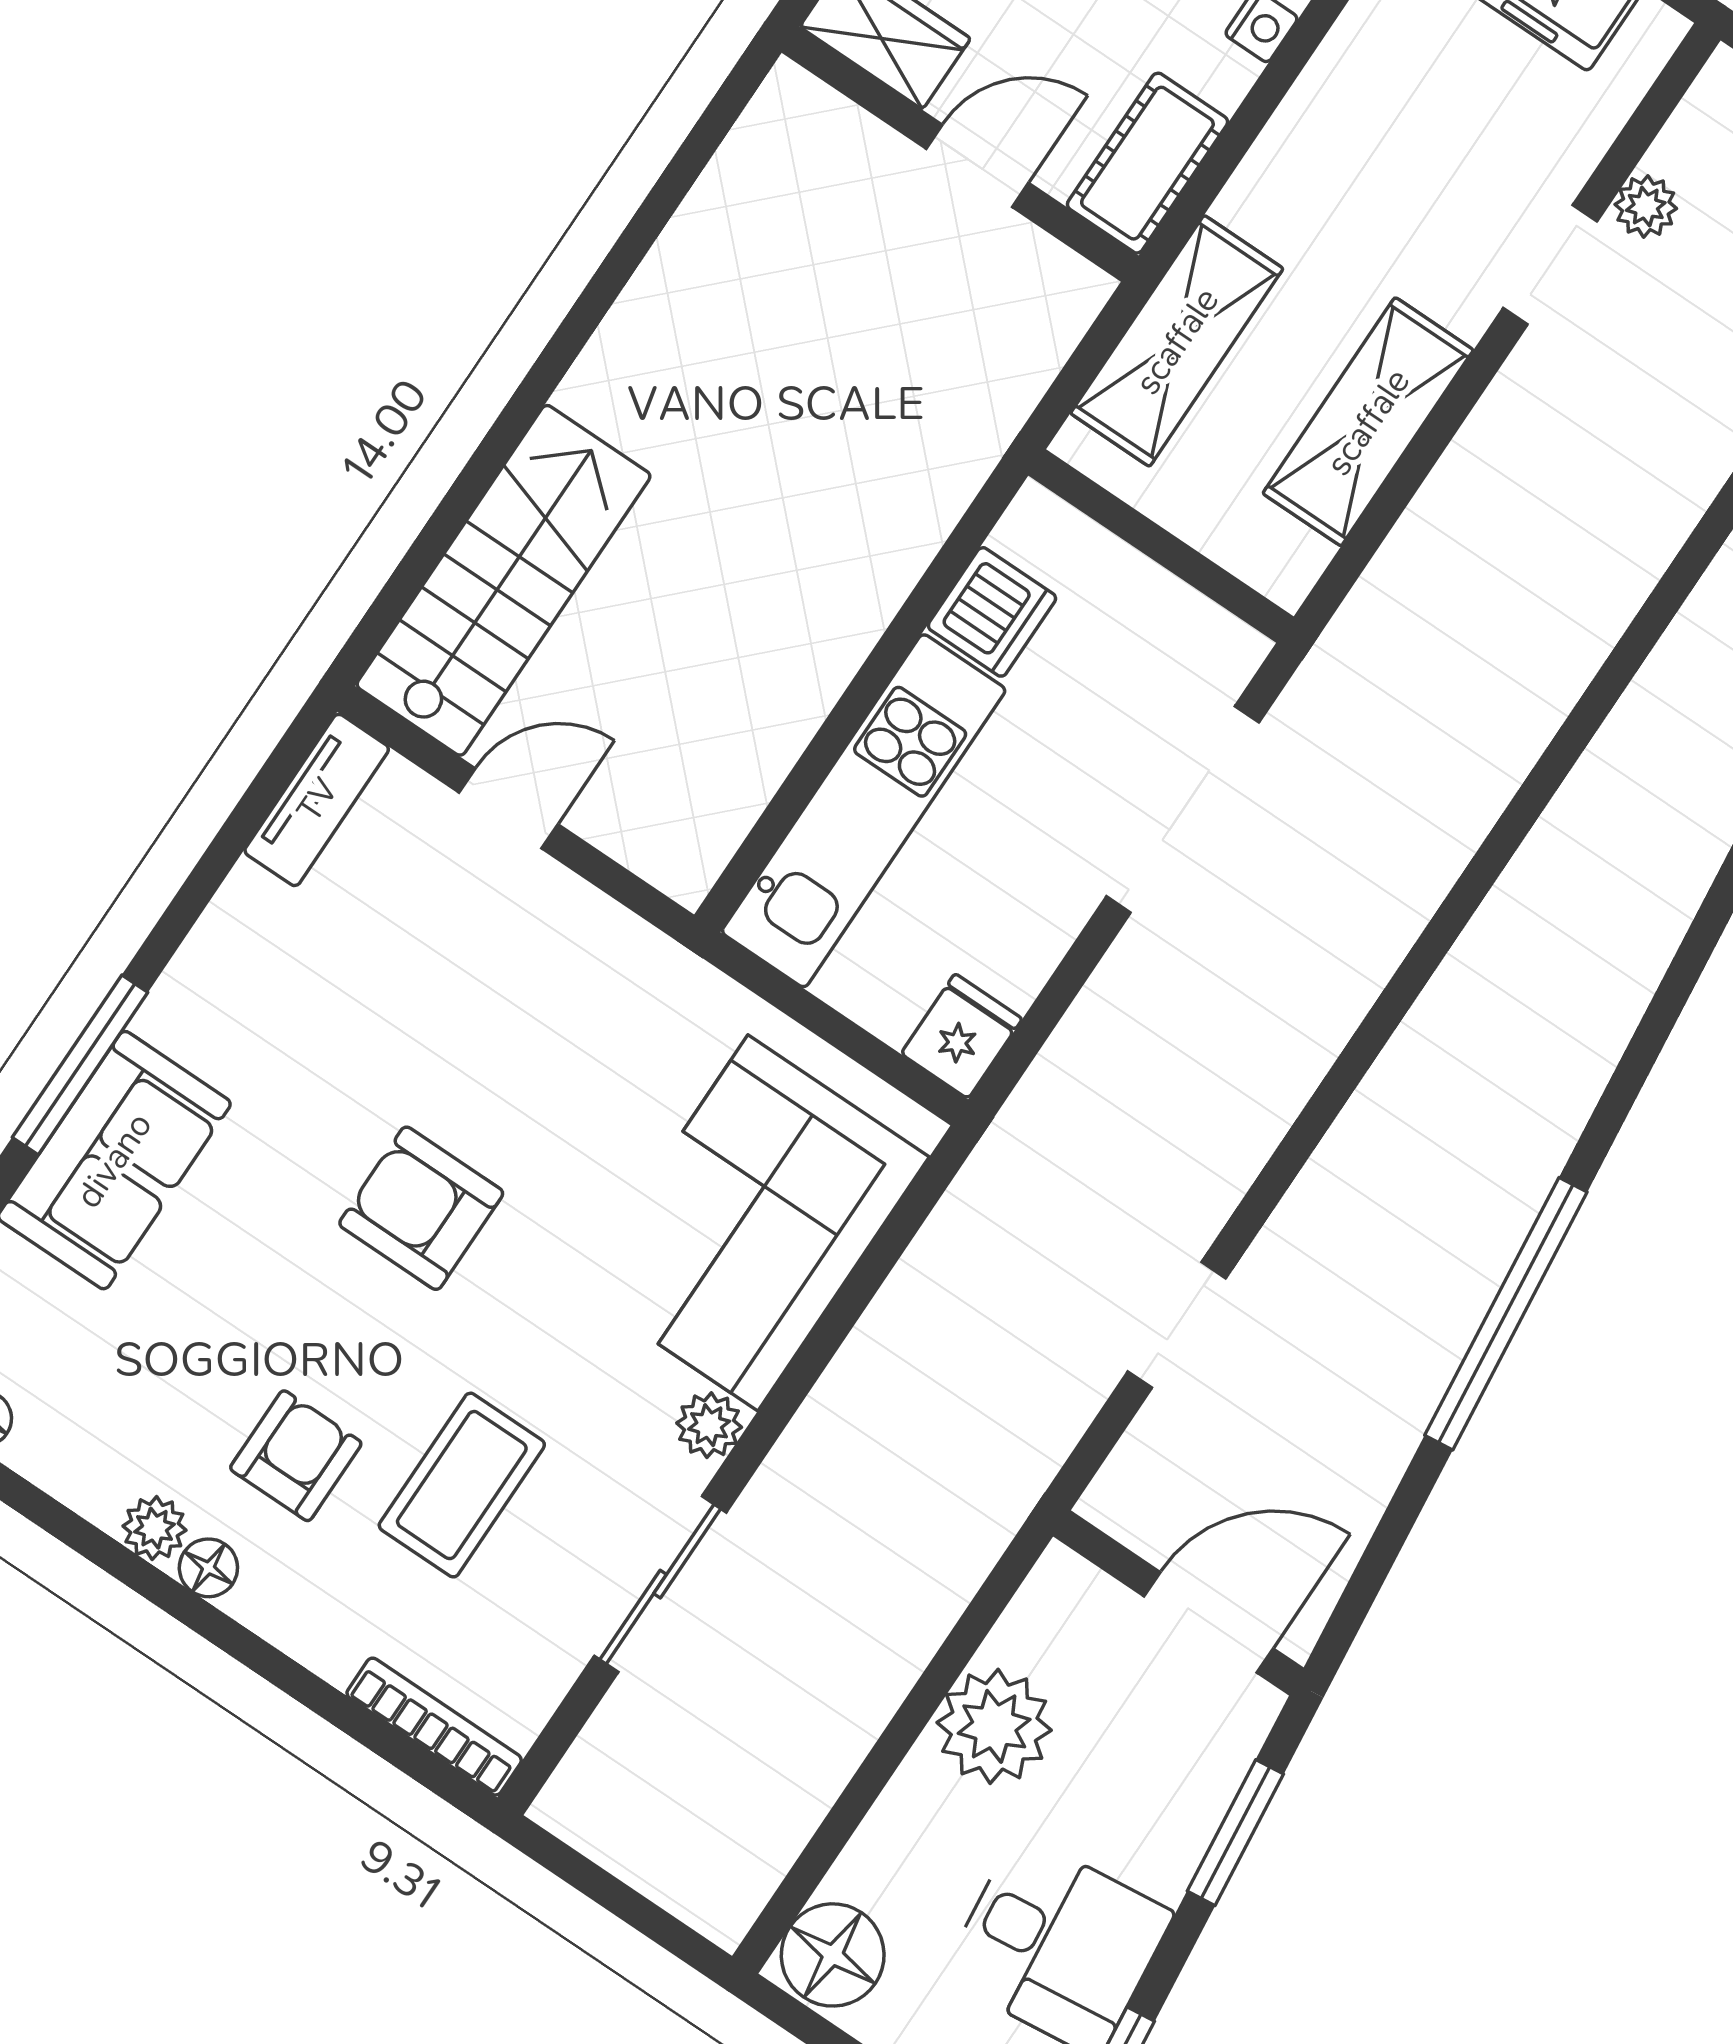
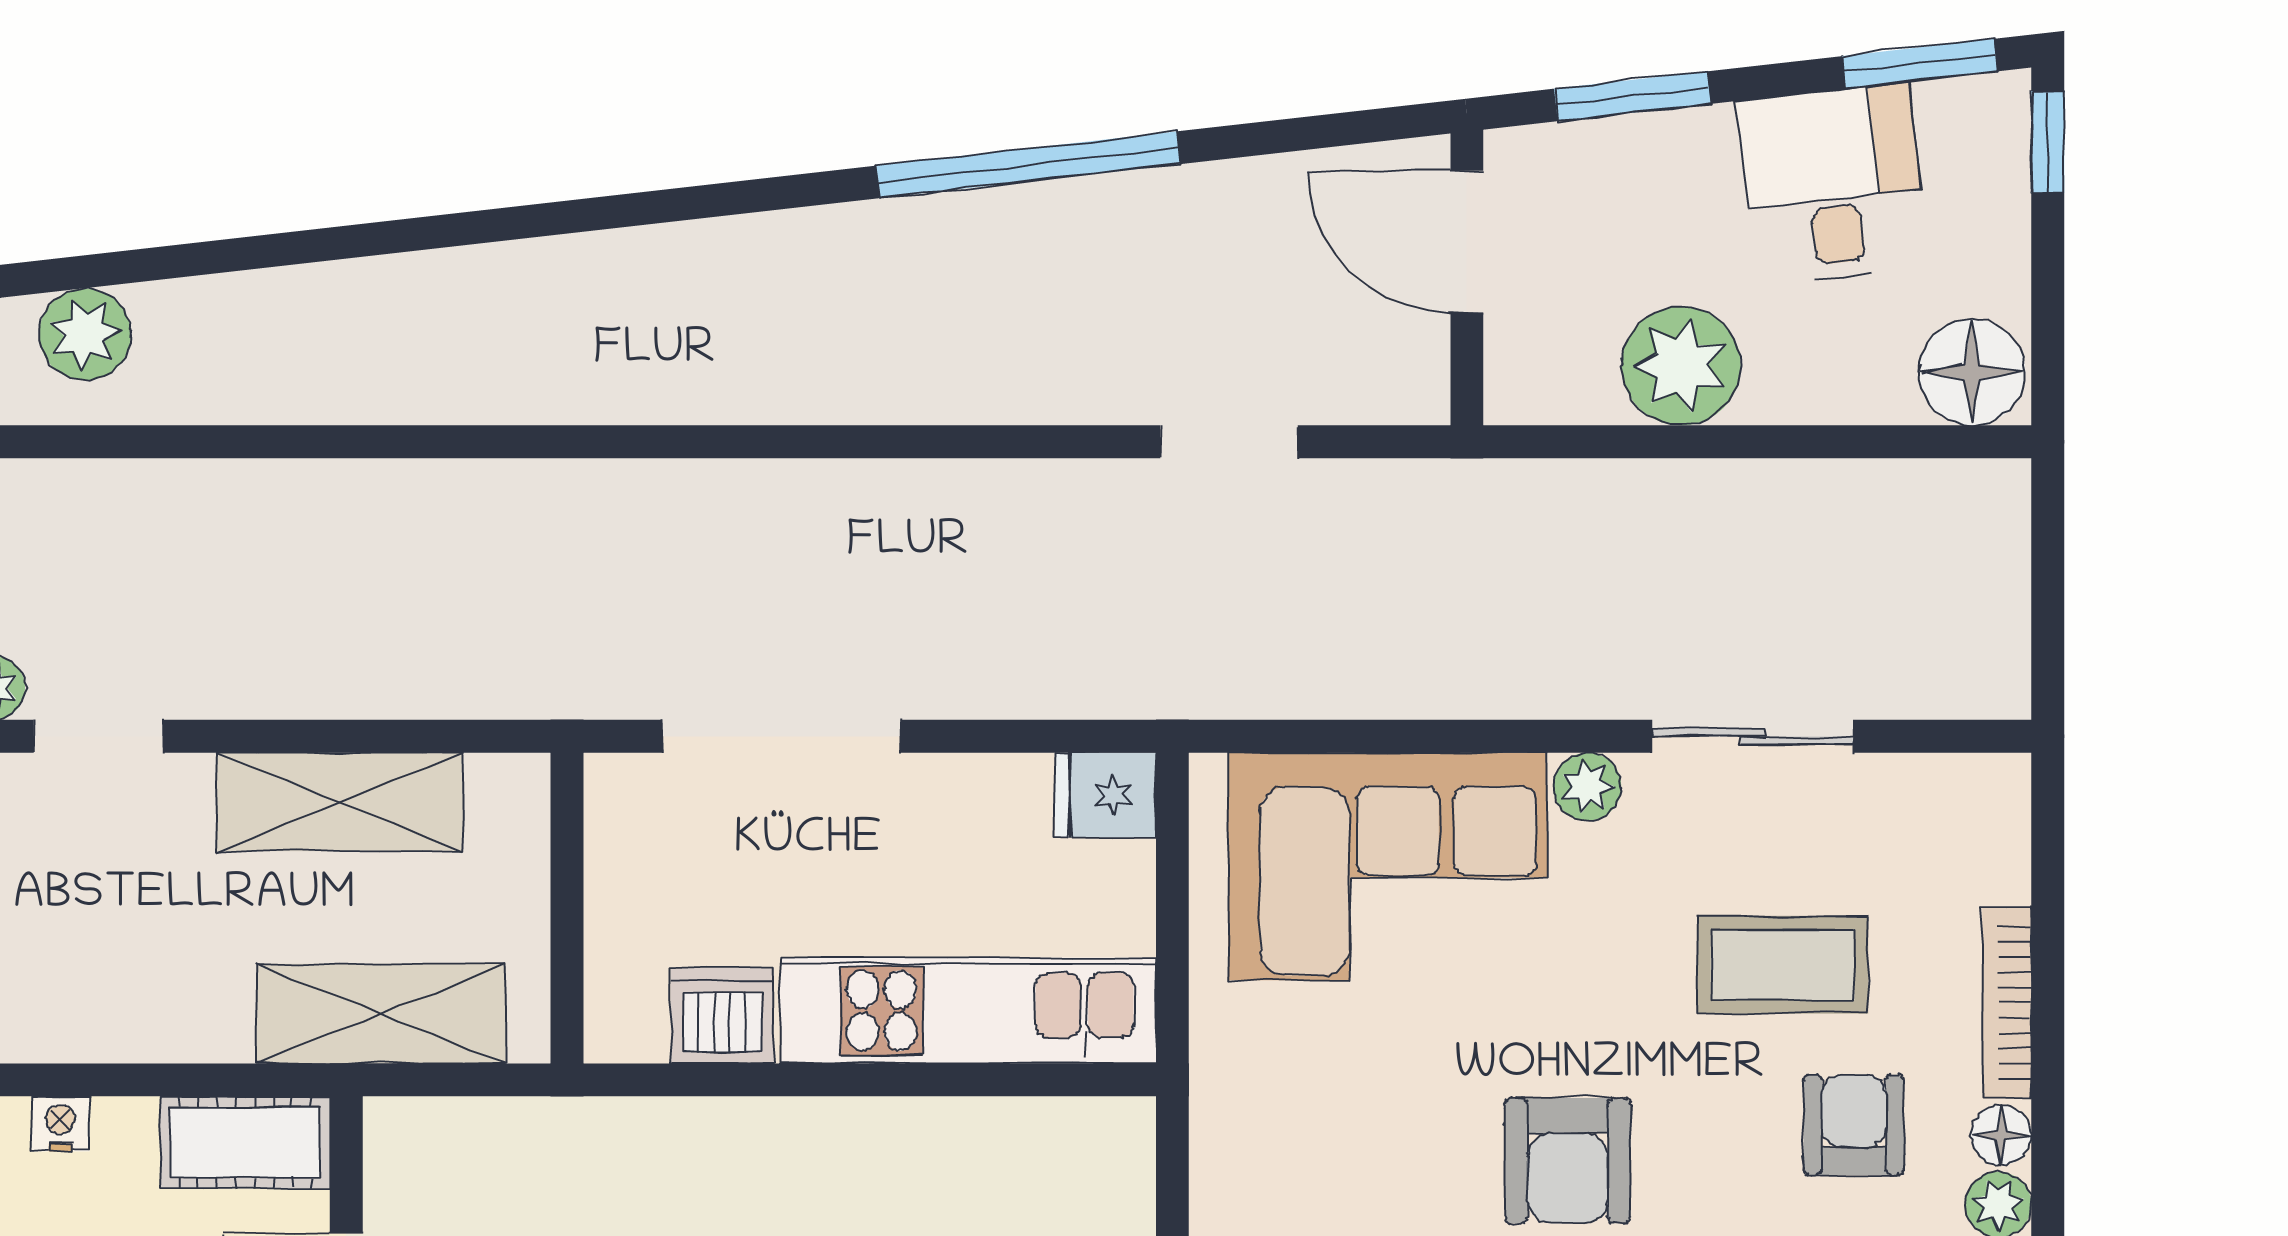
armchair: (296, 1456) -> (1854, 1125), turned 90
bookcase: (434, 1727) -> (2007, 1003), moved

